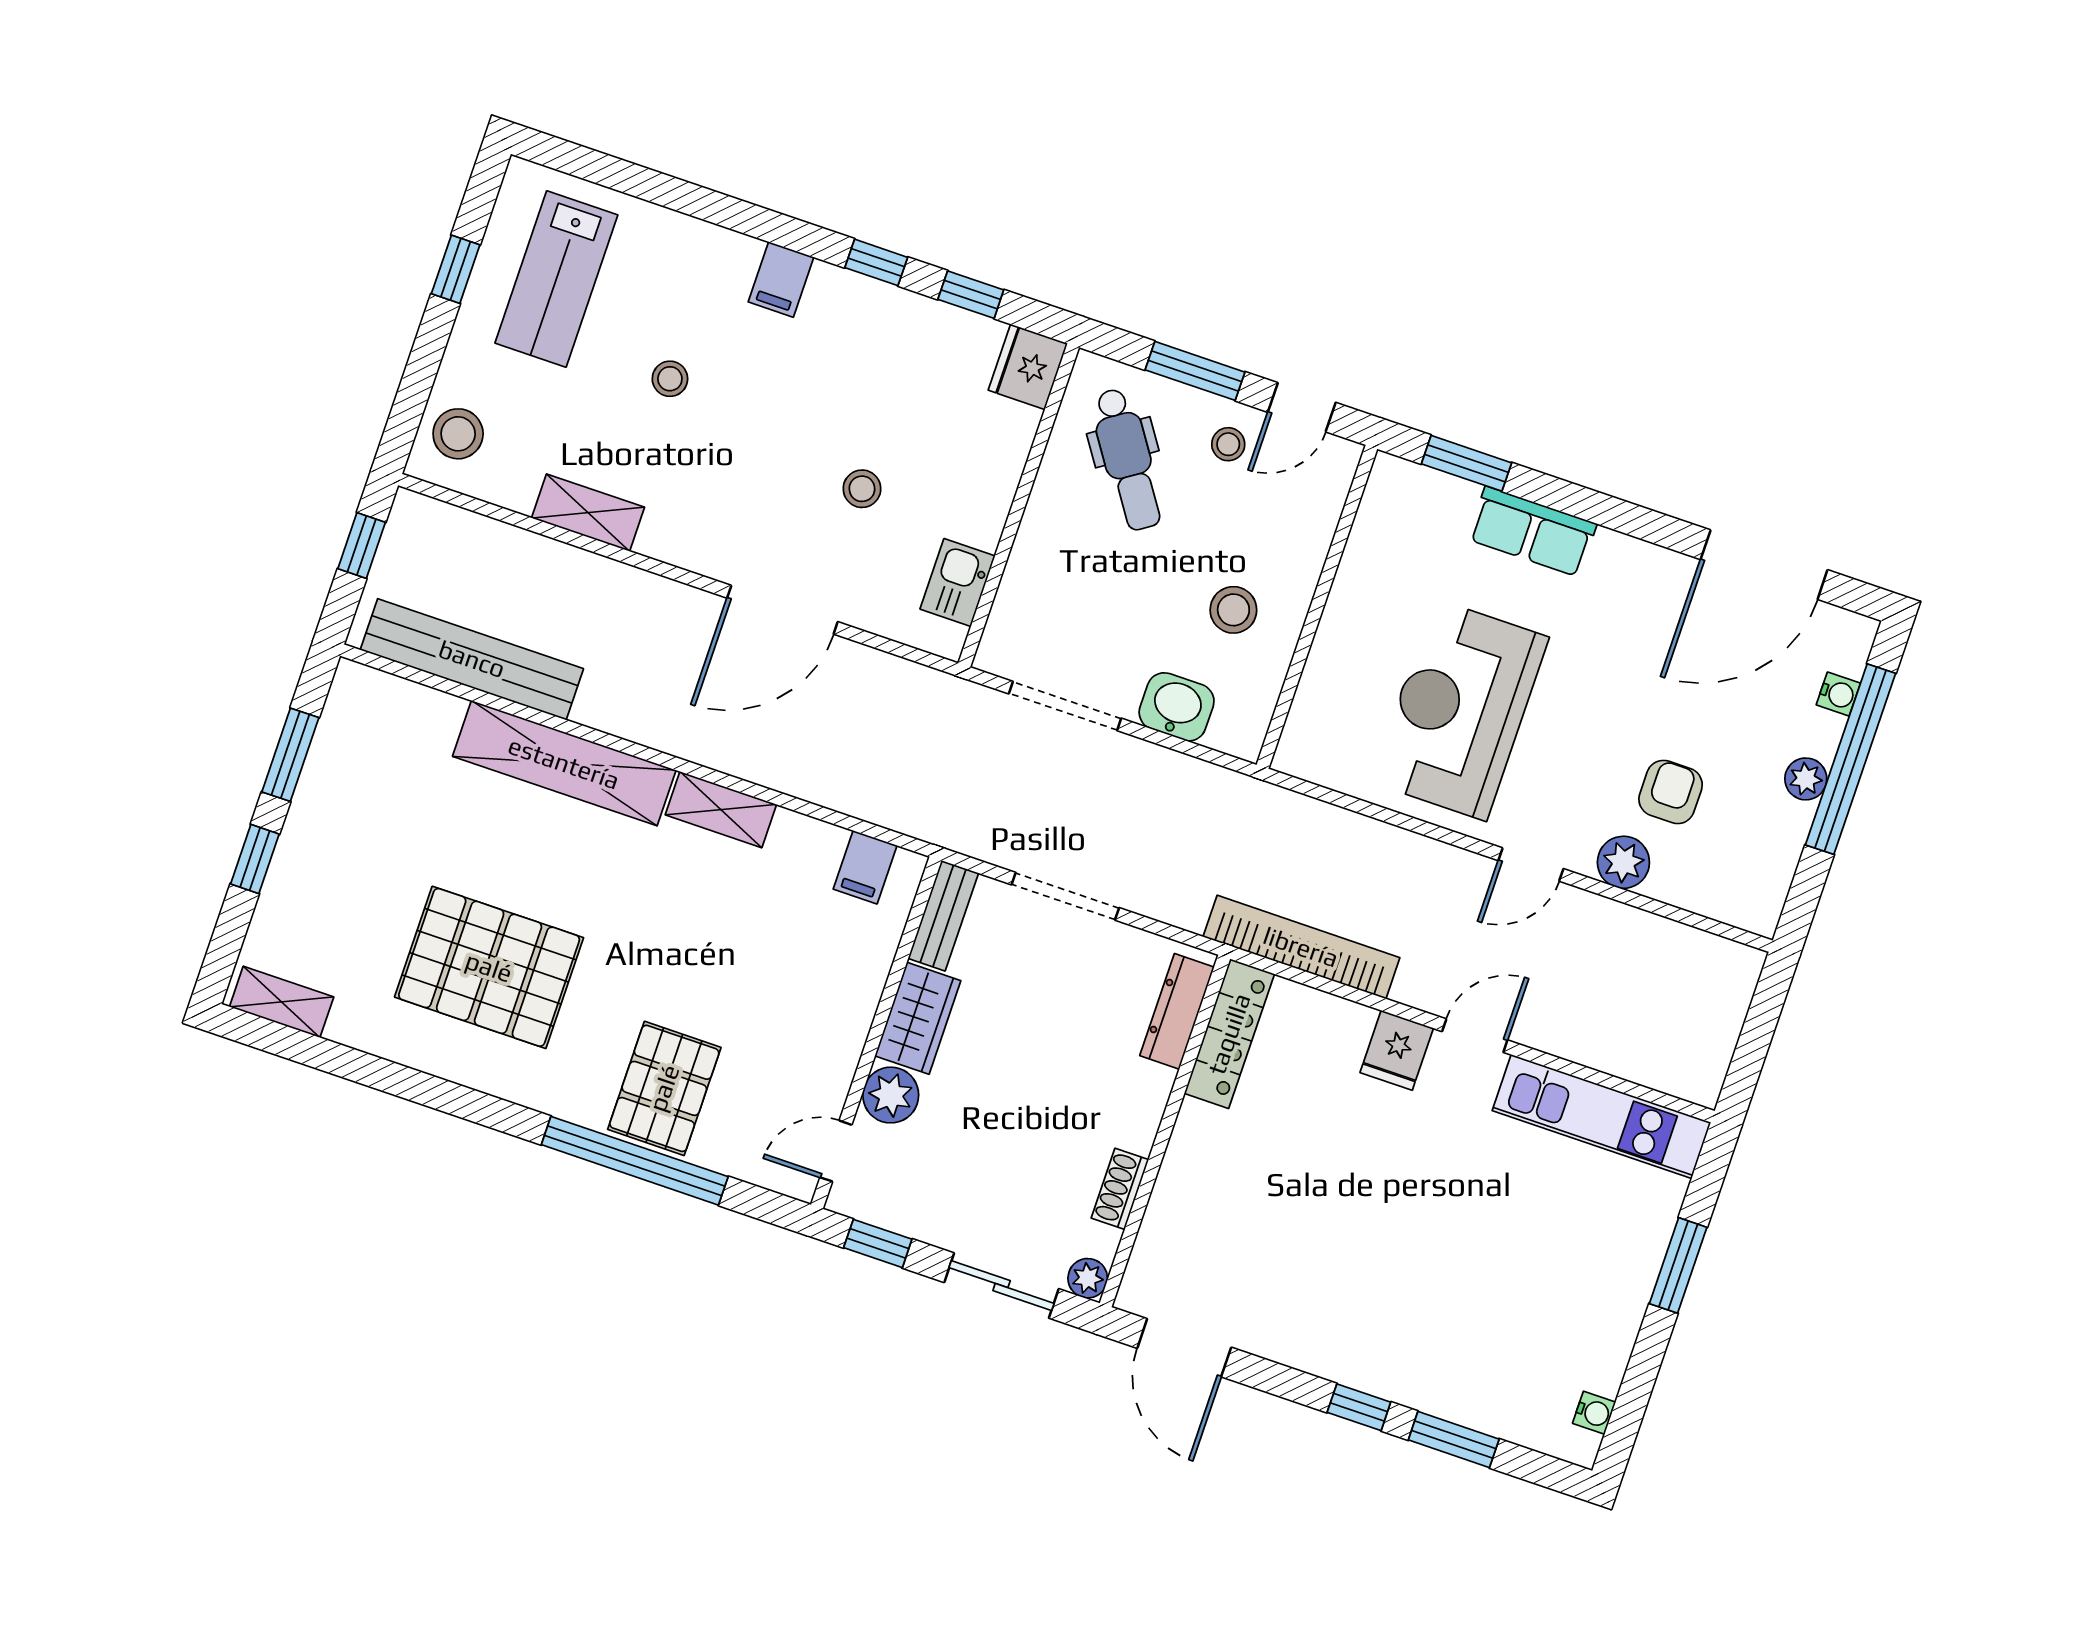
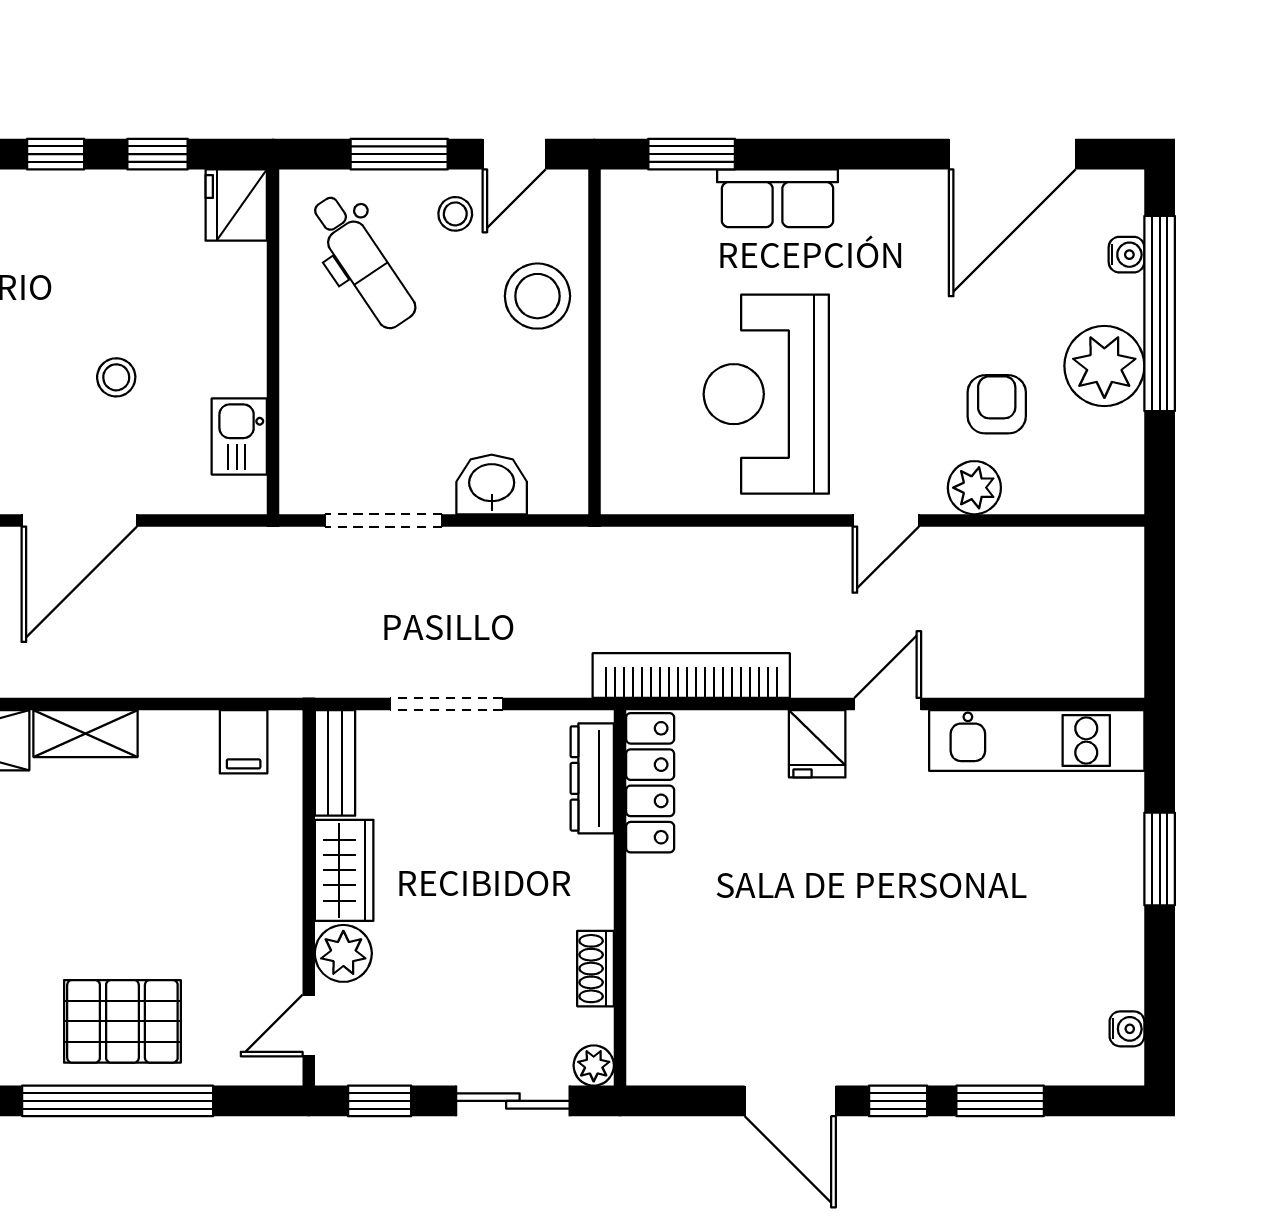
stool: (1233, 610) -> (537, 296), moved, width x1.38, depth x1.38
plant: (1806, 779) -> (1104, 366), width x1.88, depth x1.88
pallet: (664, 1088) -> (122, 1021), turned 90
door: (1184, 1348) -> (790, 1101), moved

